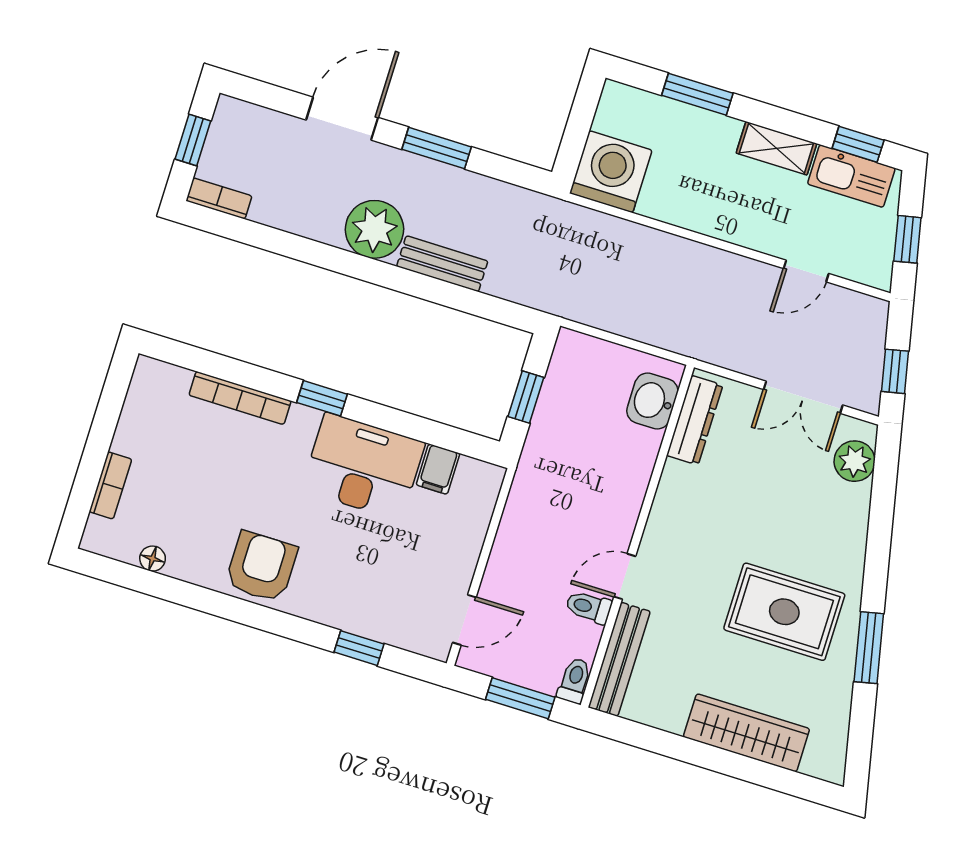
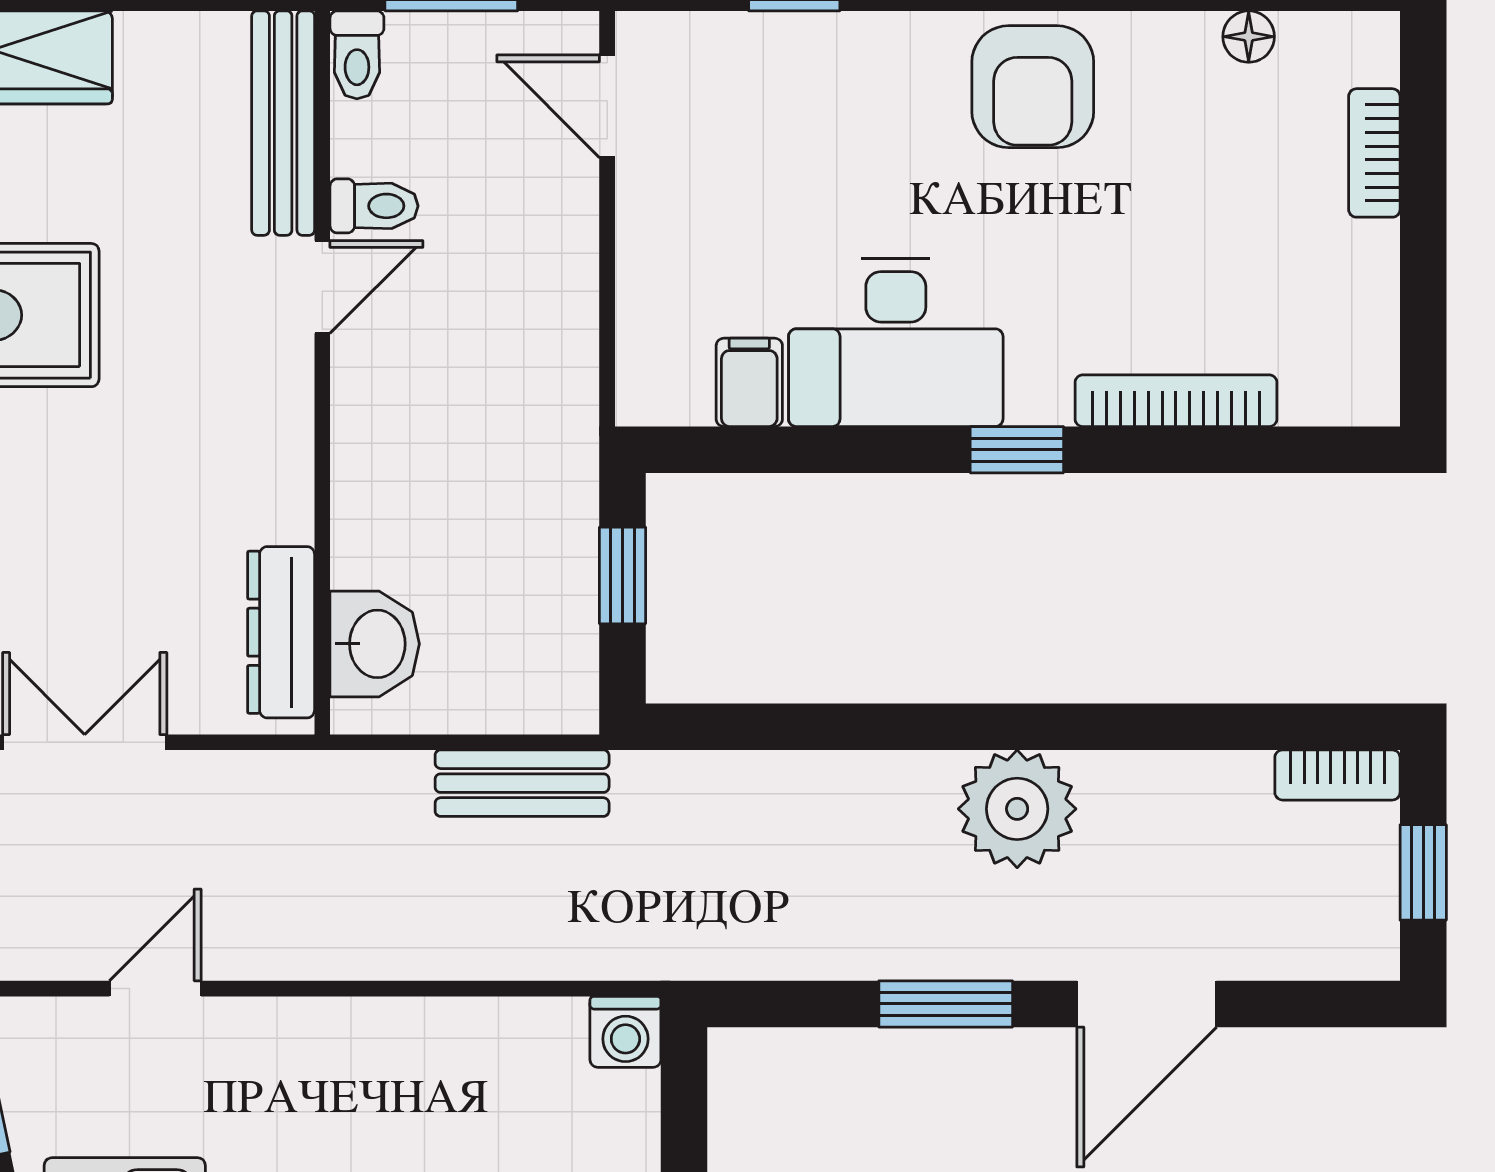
washing machine: (611, 172) -> (625, 1032), width x0.53, depth x0.53
bench: (442, 264) -> (522, 783), moved
door: (464, 620) -> (607, 106), hinge flipped

